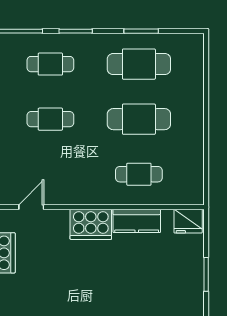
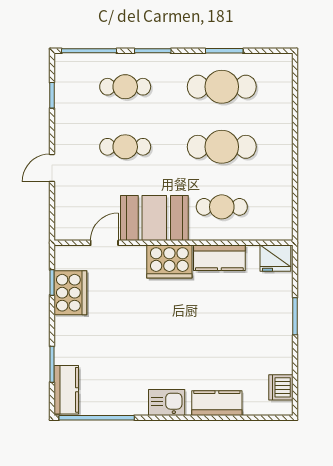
booth: (77, 184) -> (154, 218), added

